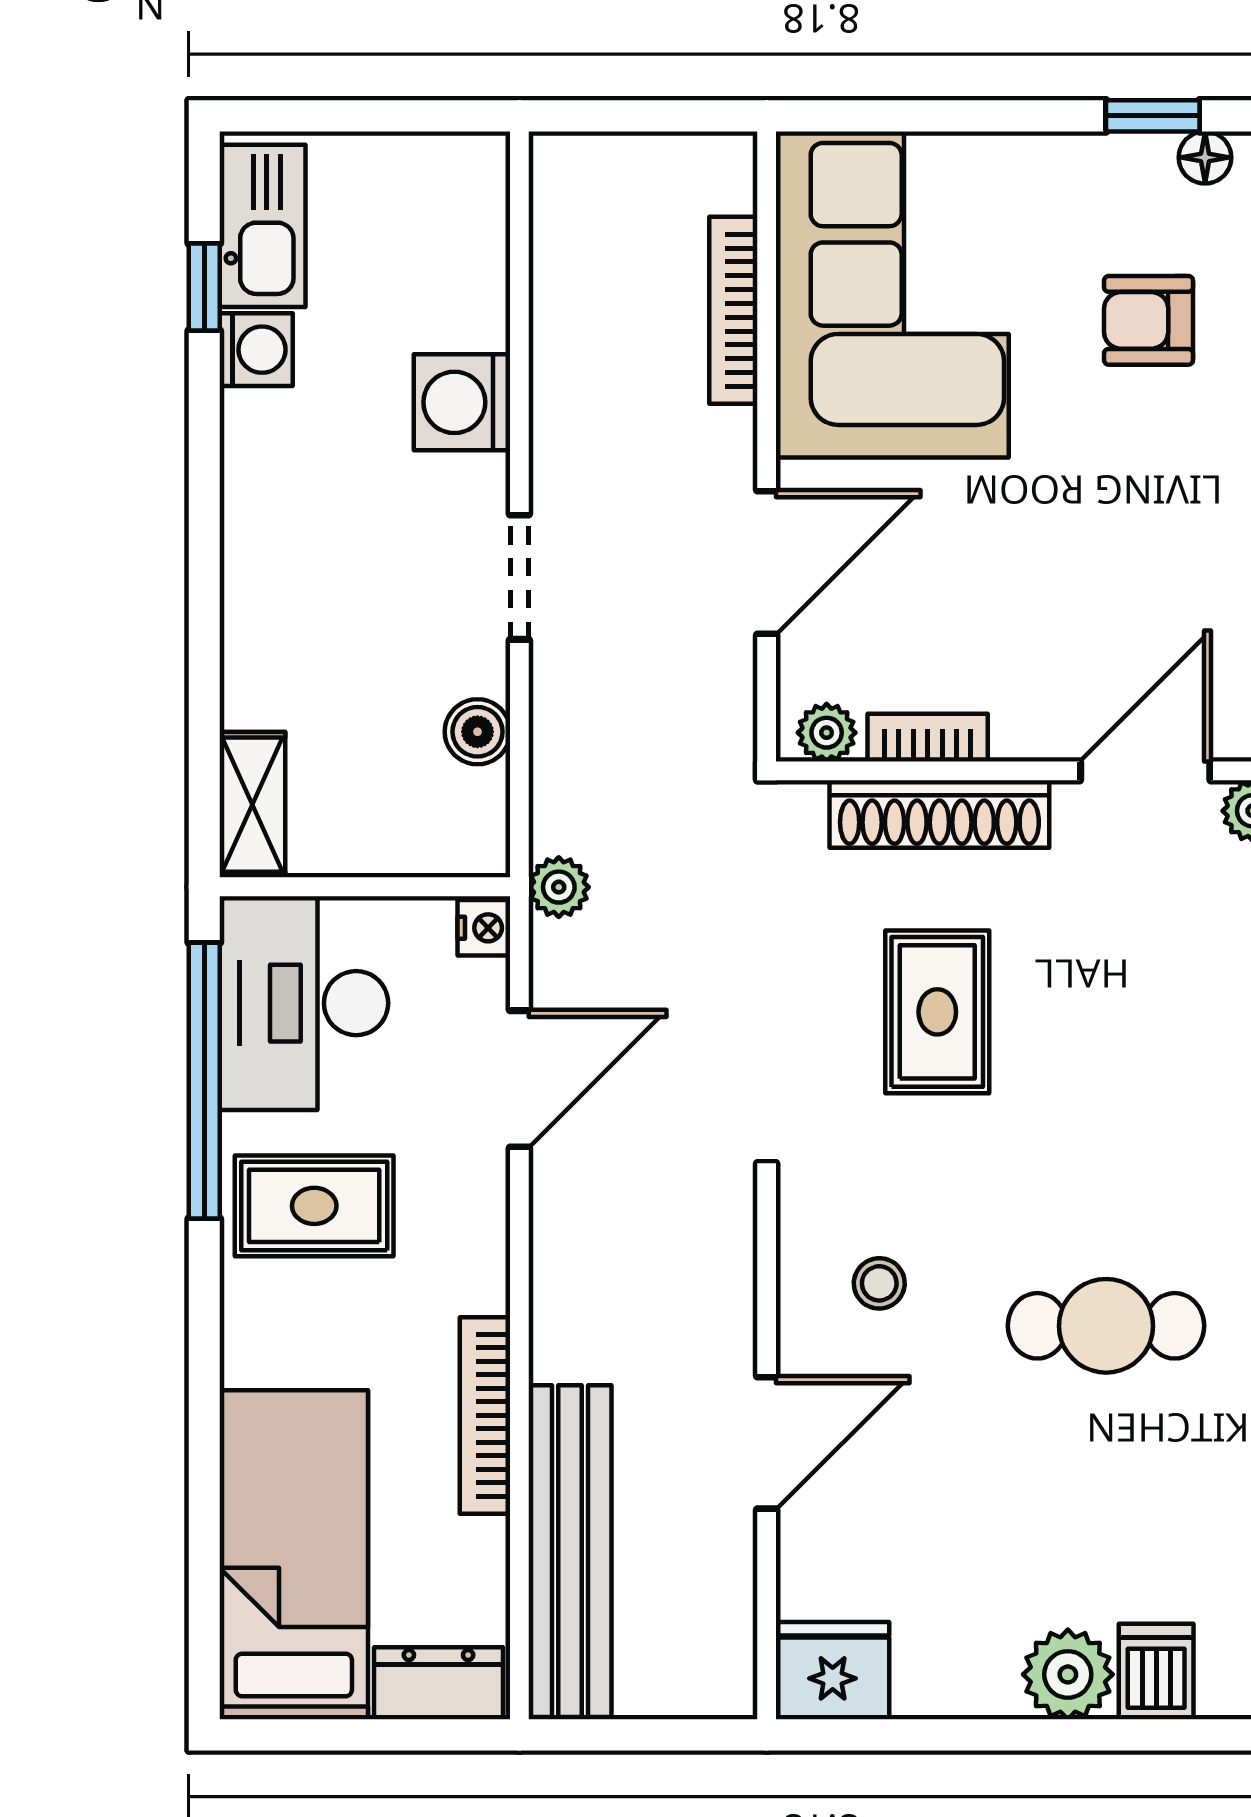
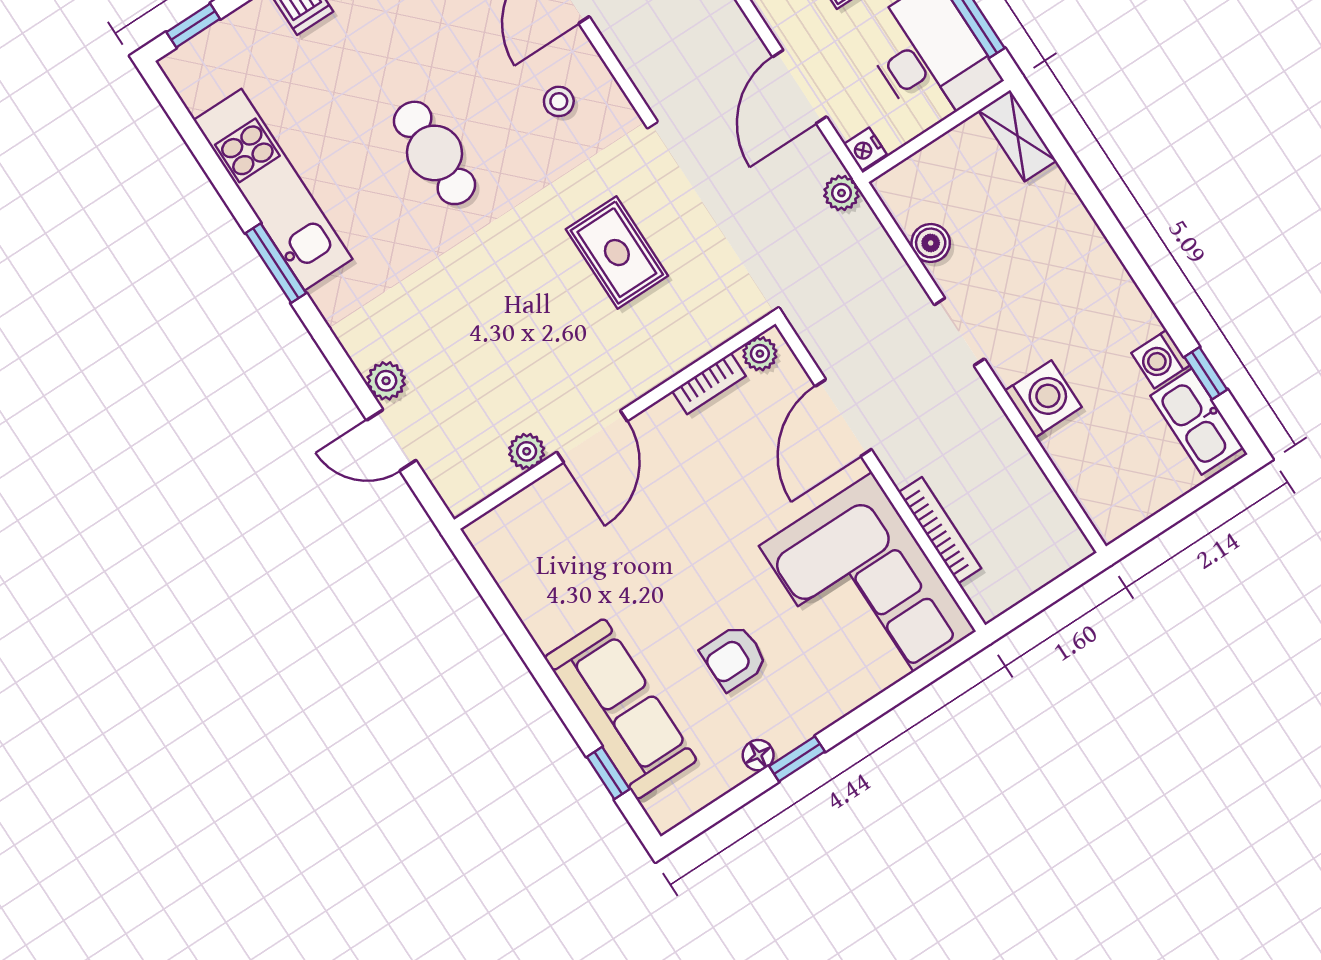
armchair: (1149, 320) -> (734, 658), turned 180
shoe rack: (939, 814) -> (679, 350), removed
cafe table: (1106, 1326) -> (435, 153), turned 90

